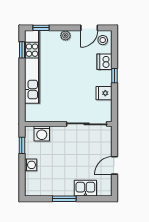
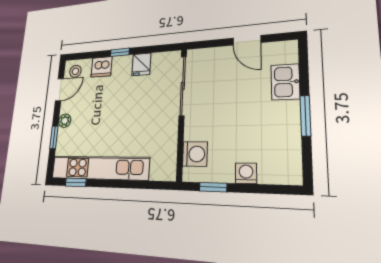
window: (41, 28) -> (54, 137), moved
door: (89, 28) -> (59, 90), hinge flipped

